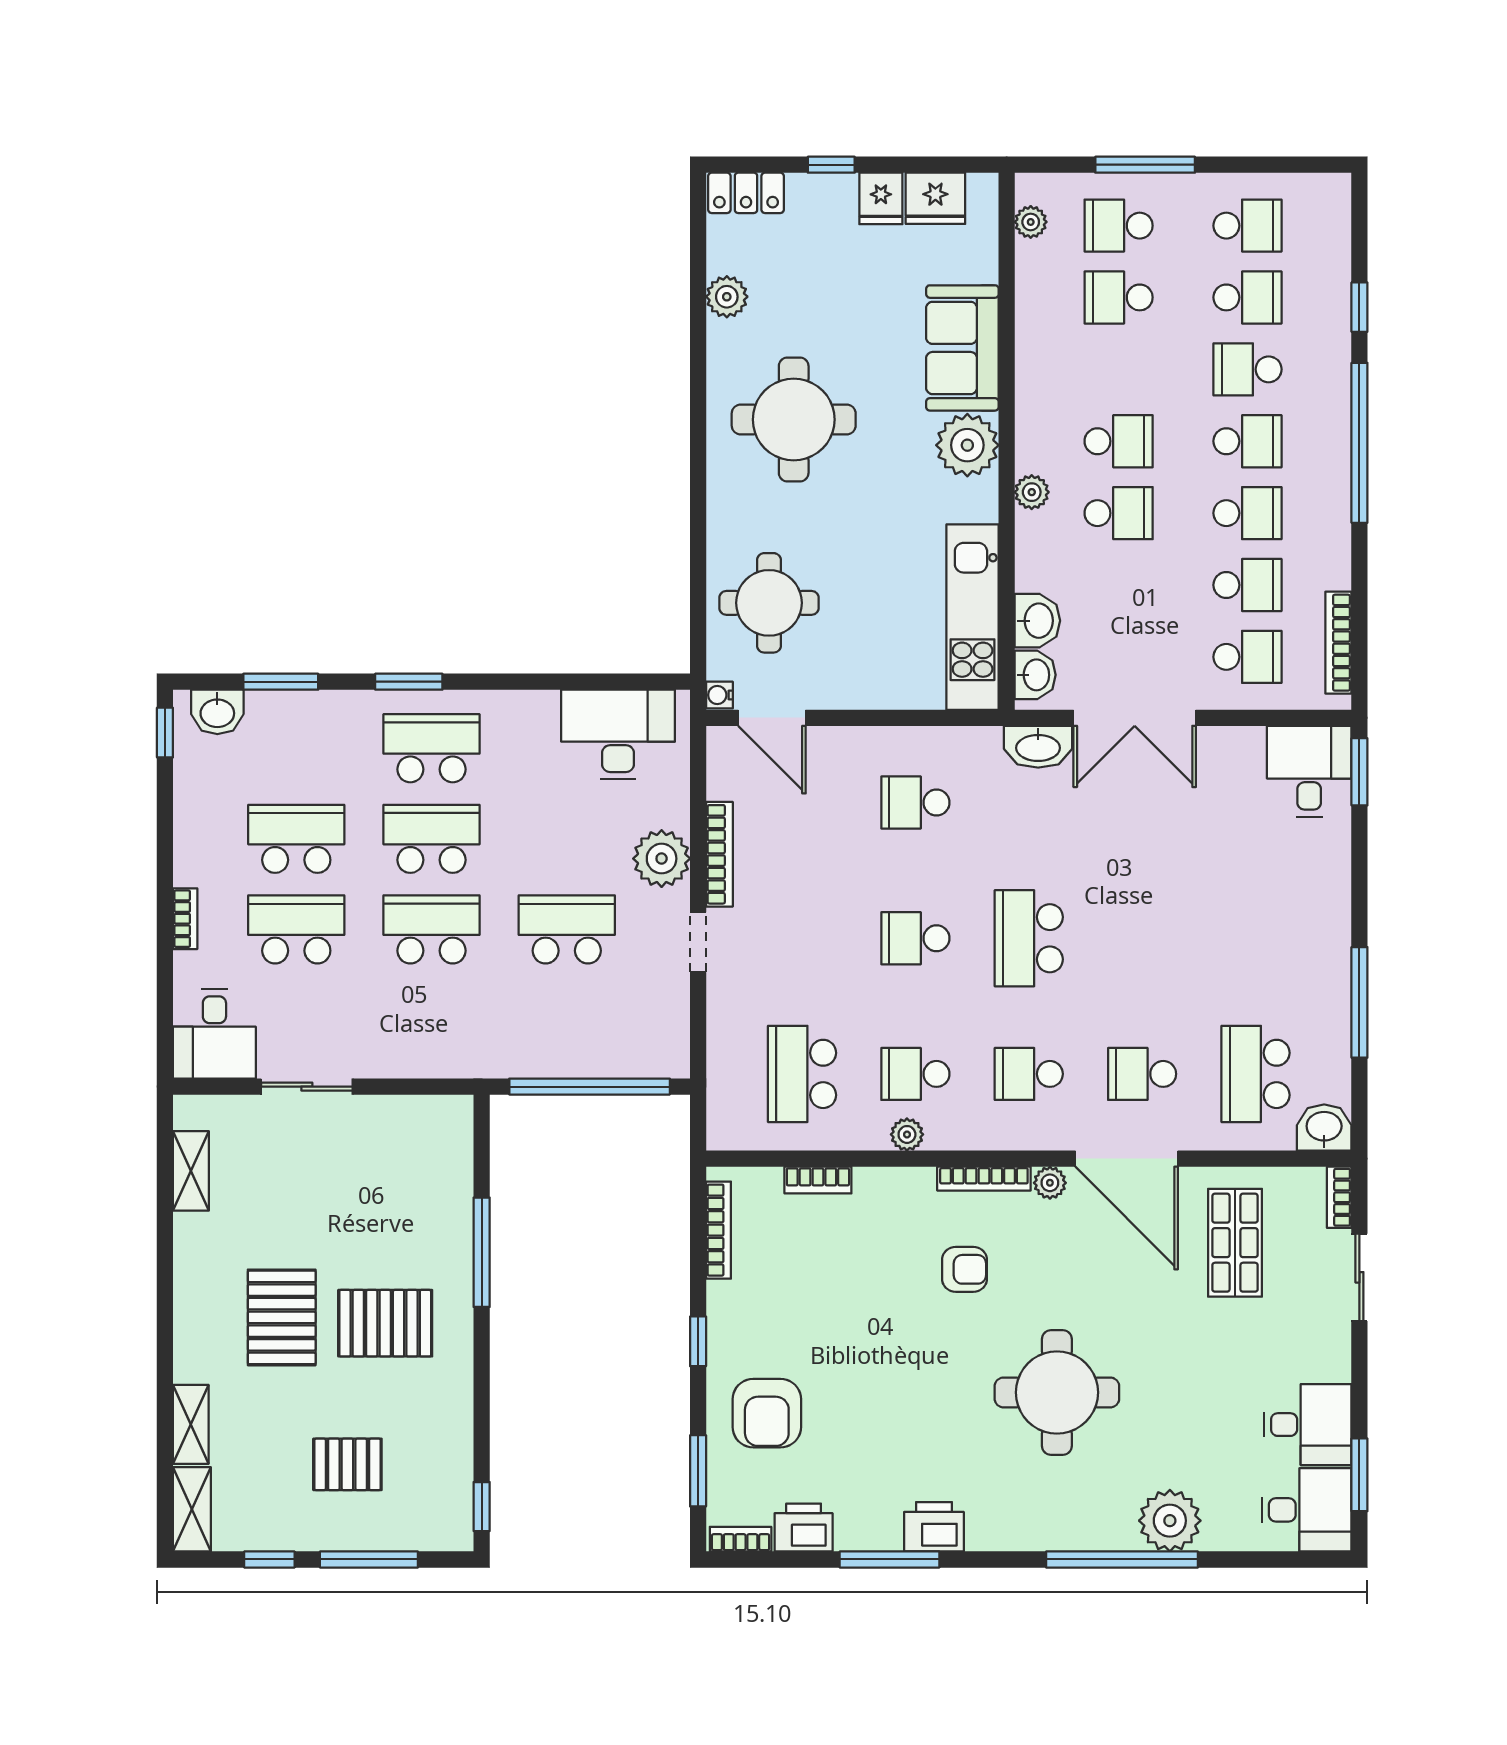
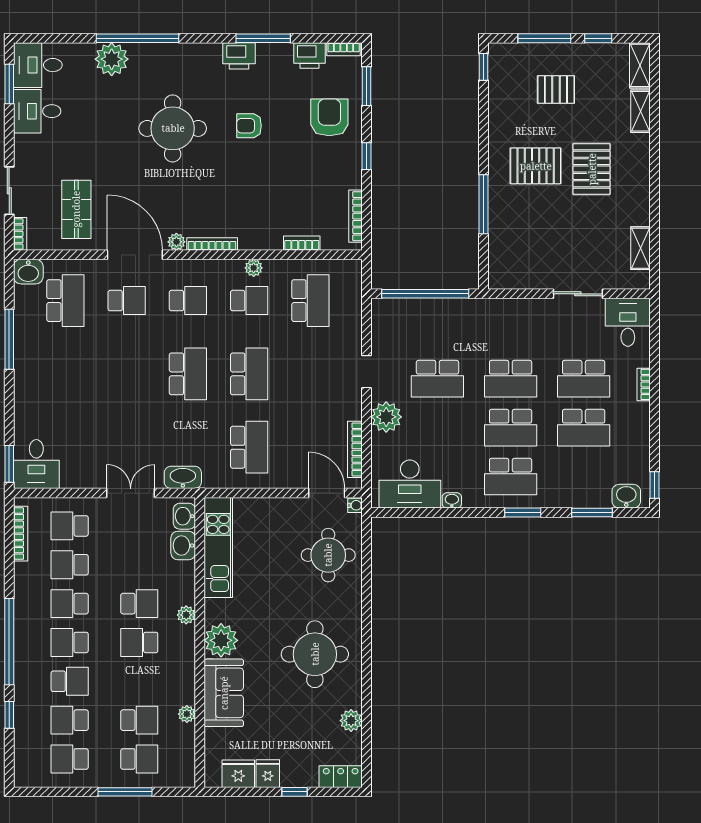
plant: (1031, 222) -> (187, 714), moved
school desk: (1119, 513) -> (139, 604), turned 180
washbasin: (540, 704) -> (452, 500), added
double door: (1135, 718) -> (131, 493), width x0.73
school desk: (915, 803) -> (249, 447), width x1.85
bookcase: (719, 854) -> (355, 449), moved
school desk: (915, 938) -> (249, 374), width x1.85
armchair: (965, 1269) -> (249, 126), moved

